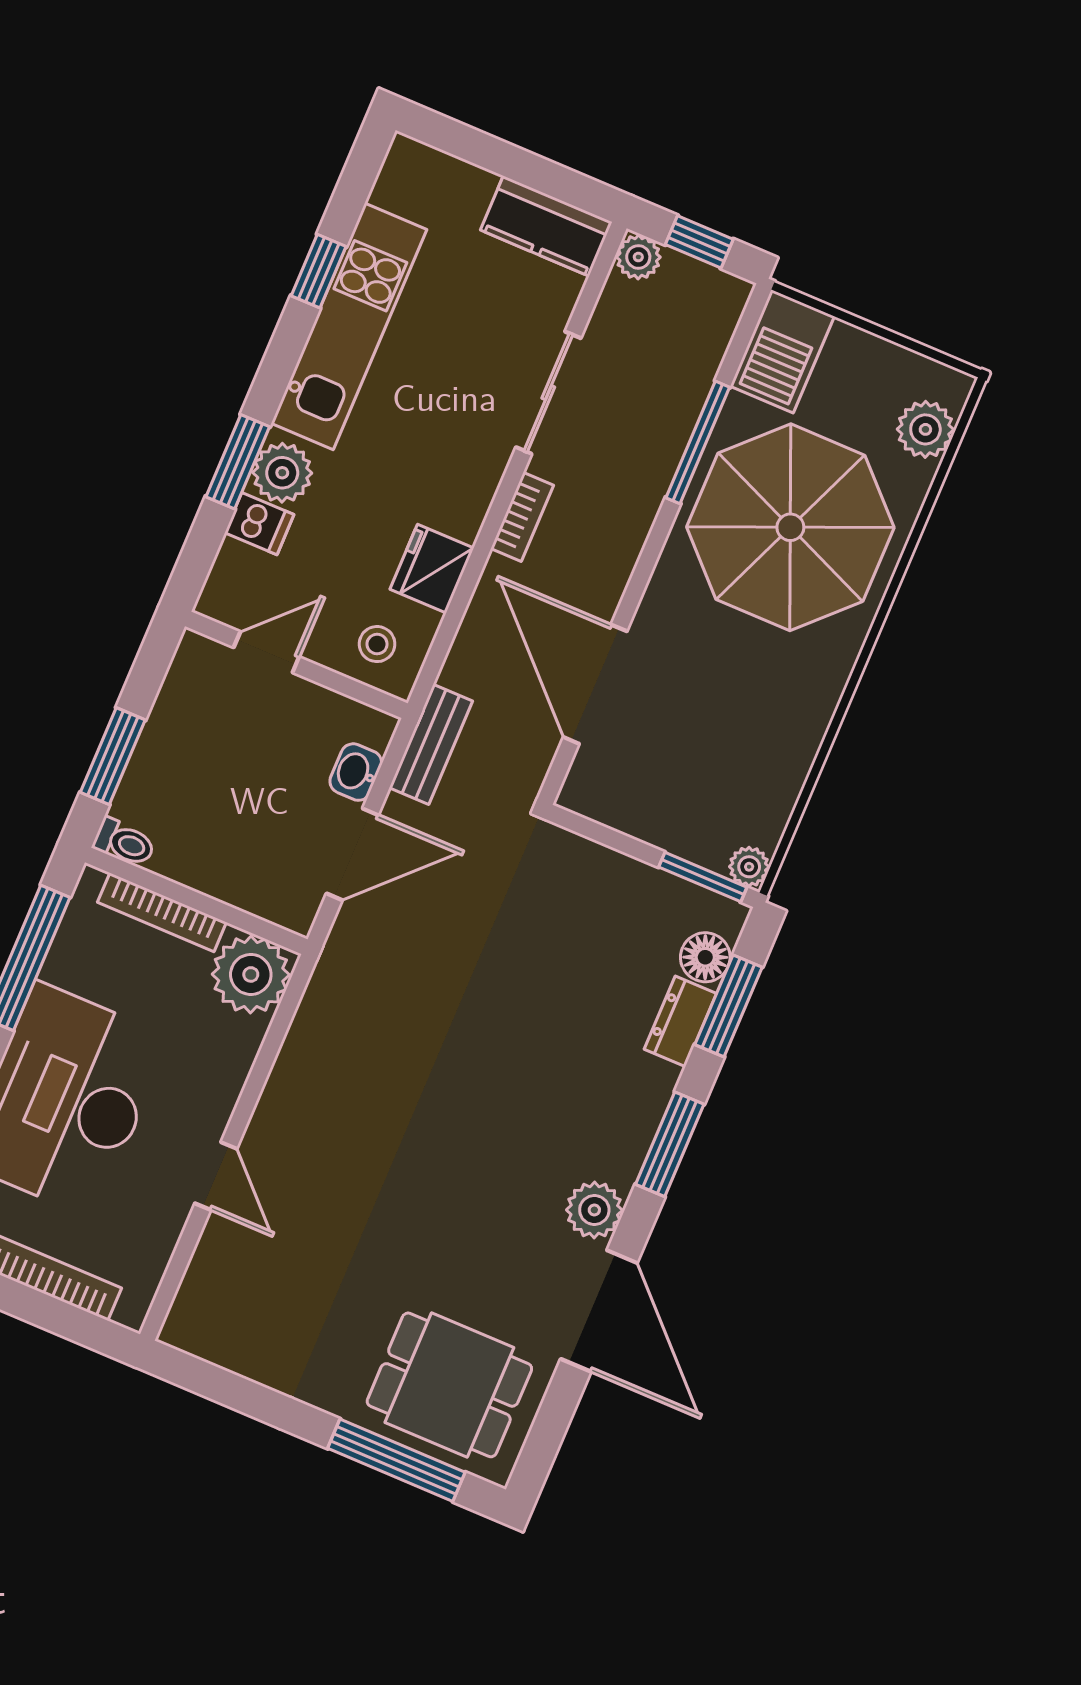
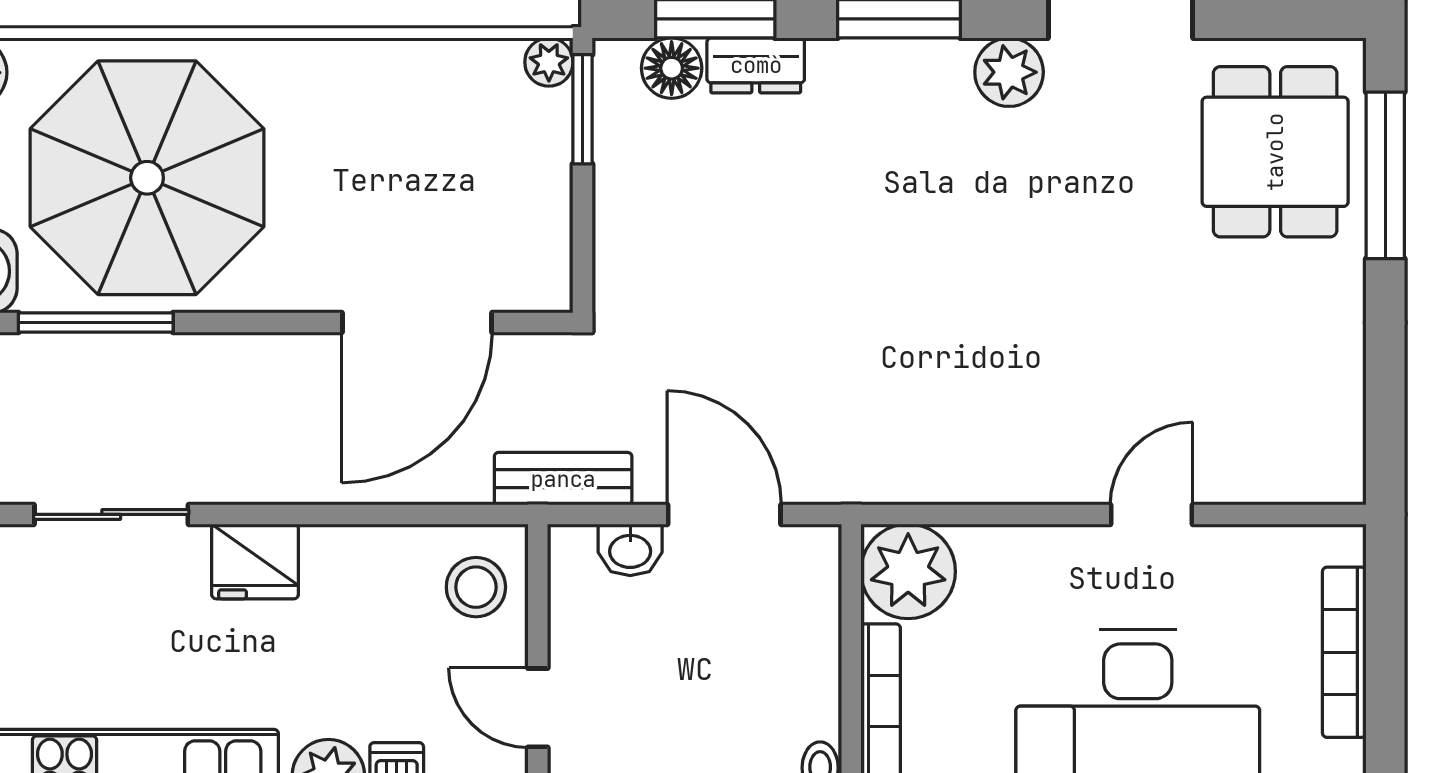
bookcase: (522, 517) -> (264, 485), removed
fridge: (432, 569) -> (255, 561), moved
stool: (377, 644) -> (476, 587), width x1.37, depth x1.37

